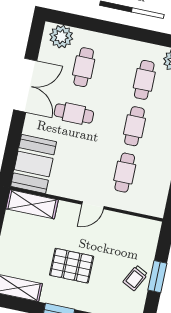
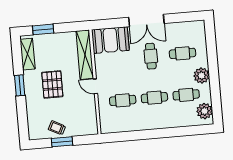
plant: (61, 37) -> (201, 76), moved
double door: (25, 85) -> (146, 20), moved
shelving: (32, 204) -> (85, 55), width x1.47

